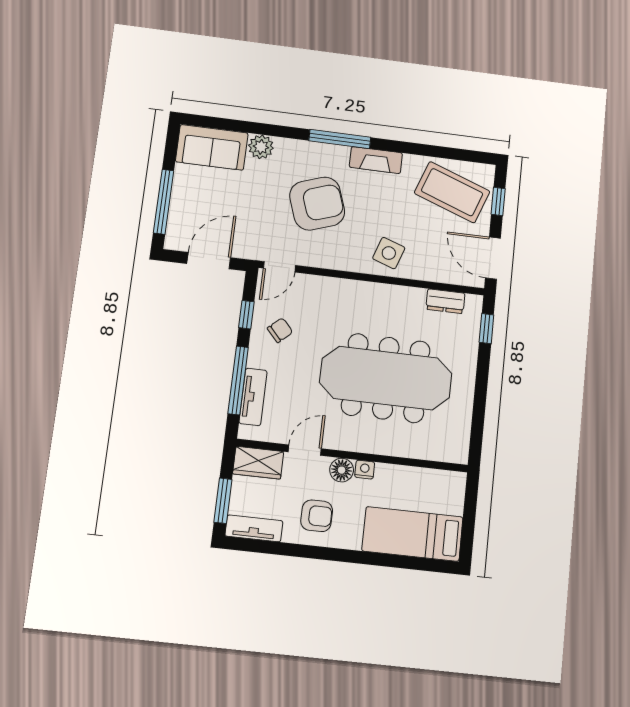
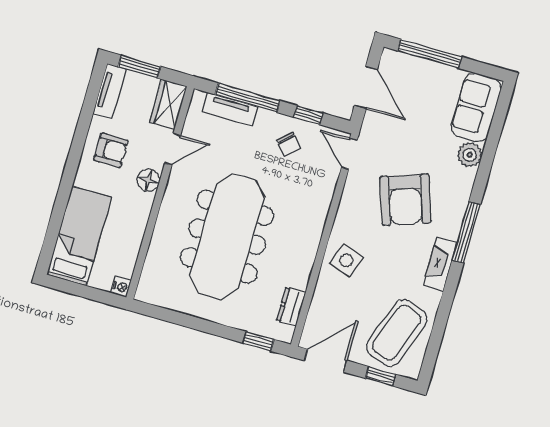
door: (305, 450) -> (173, 149), hinge flipped
nightstand: (365, 470) -> (121, 287), moved
armchair: (317, 516) -> (111, 150), turned -90

